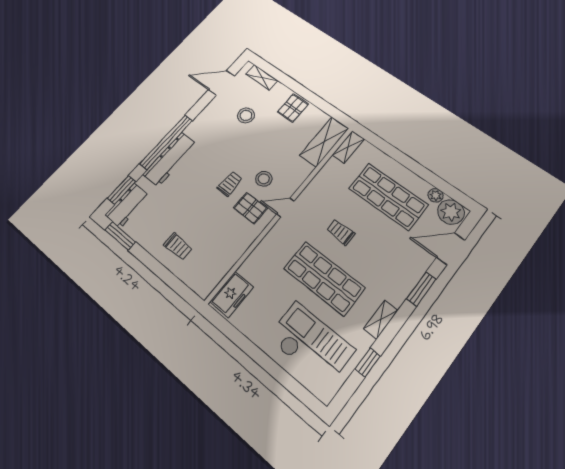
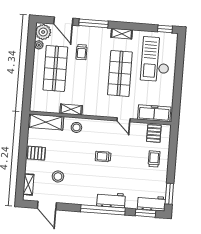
shelving: (348, 147) -> (71, 109), moved
workbench: (170, 159) -> (111, 200), width x0.73
stool: (264, 179) -> (76, 127), moved
pallet: (250, 208) -> (154, 133), moved
door: (285, 208) -> (124, 120), moved
trolley: (341, 232) -> (82, 52), moved
window: (421, 289) -> (94, 23), width x1.44
freezer: (232, 294) -> (154, 113), width x1.40
window: (368, 363) -> (165, 29), moved

